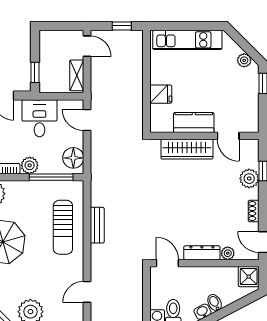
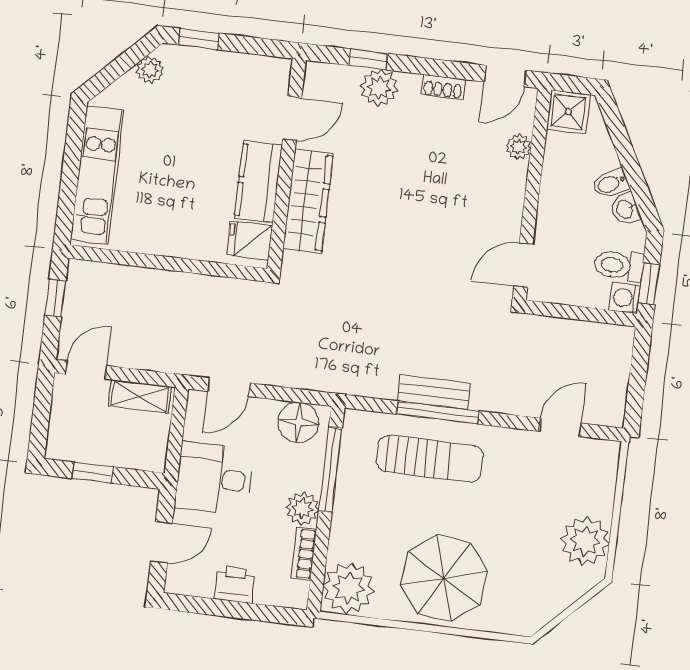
window: (35, 72) -> (93, 473), moved
fridge: (161, 94) -> (249, 241), moved, turned -90
window: (87, 229) -> (438, 413), added
dresser: (202, 253) -> (512, 196), removed
door: (87, 292) -> (560, 427), swing flipped

